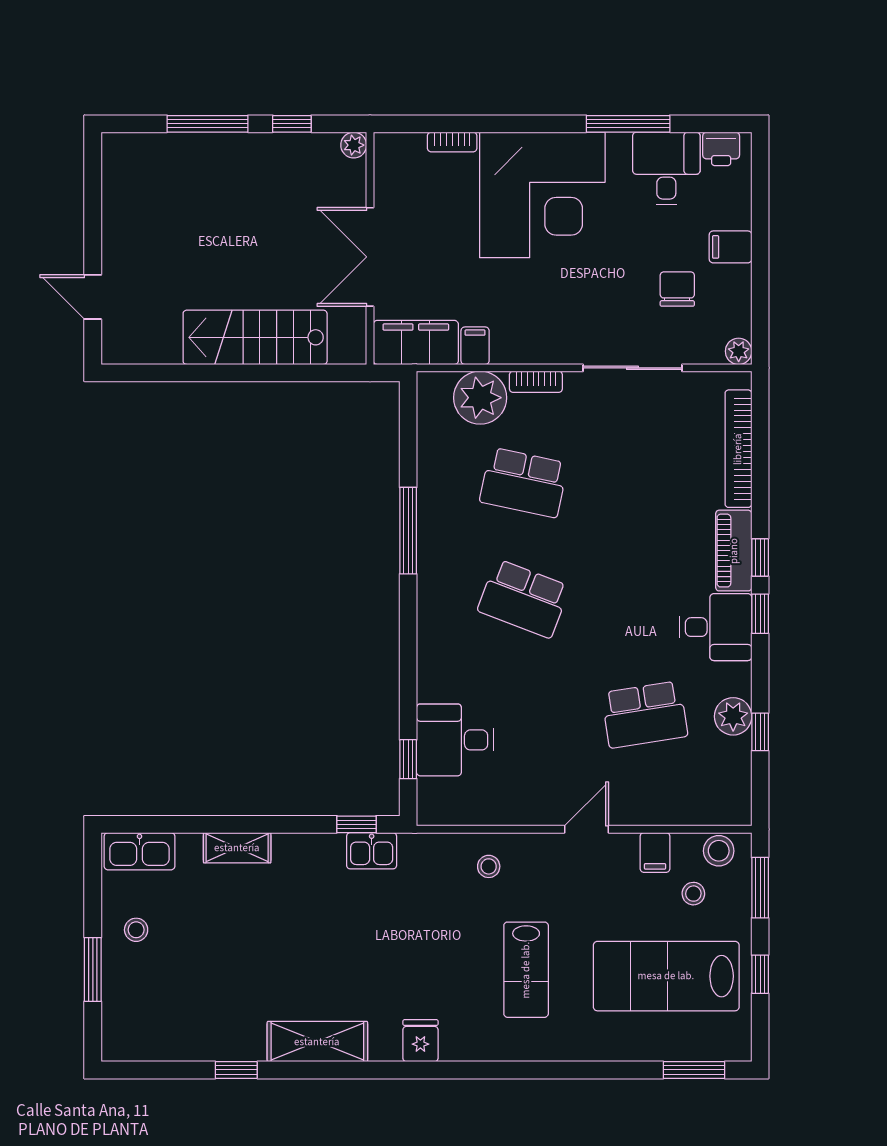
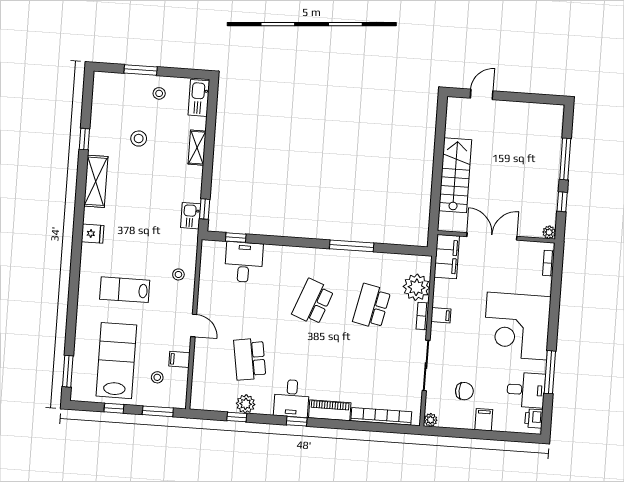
bookcase: (452, 142) -> (548, 263), moved
filing cabinet: (475, 346) -> (441, 315), moved
window: (760, 557) -> (325, 423), removed
stool: (719, 851) -> (139, 139), moved

